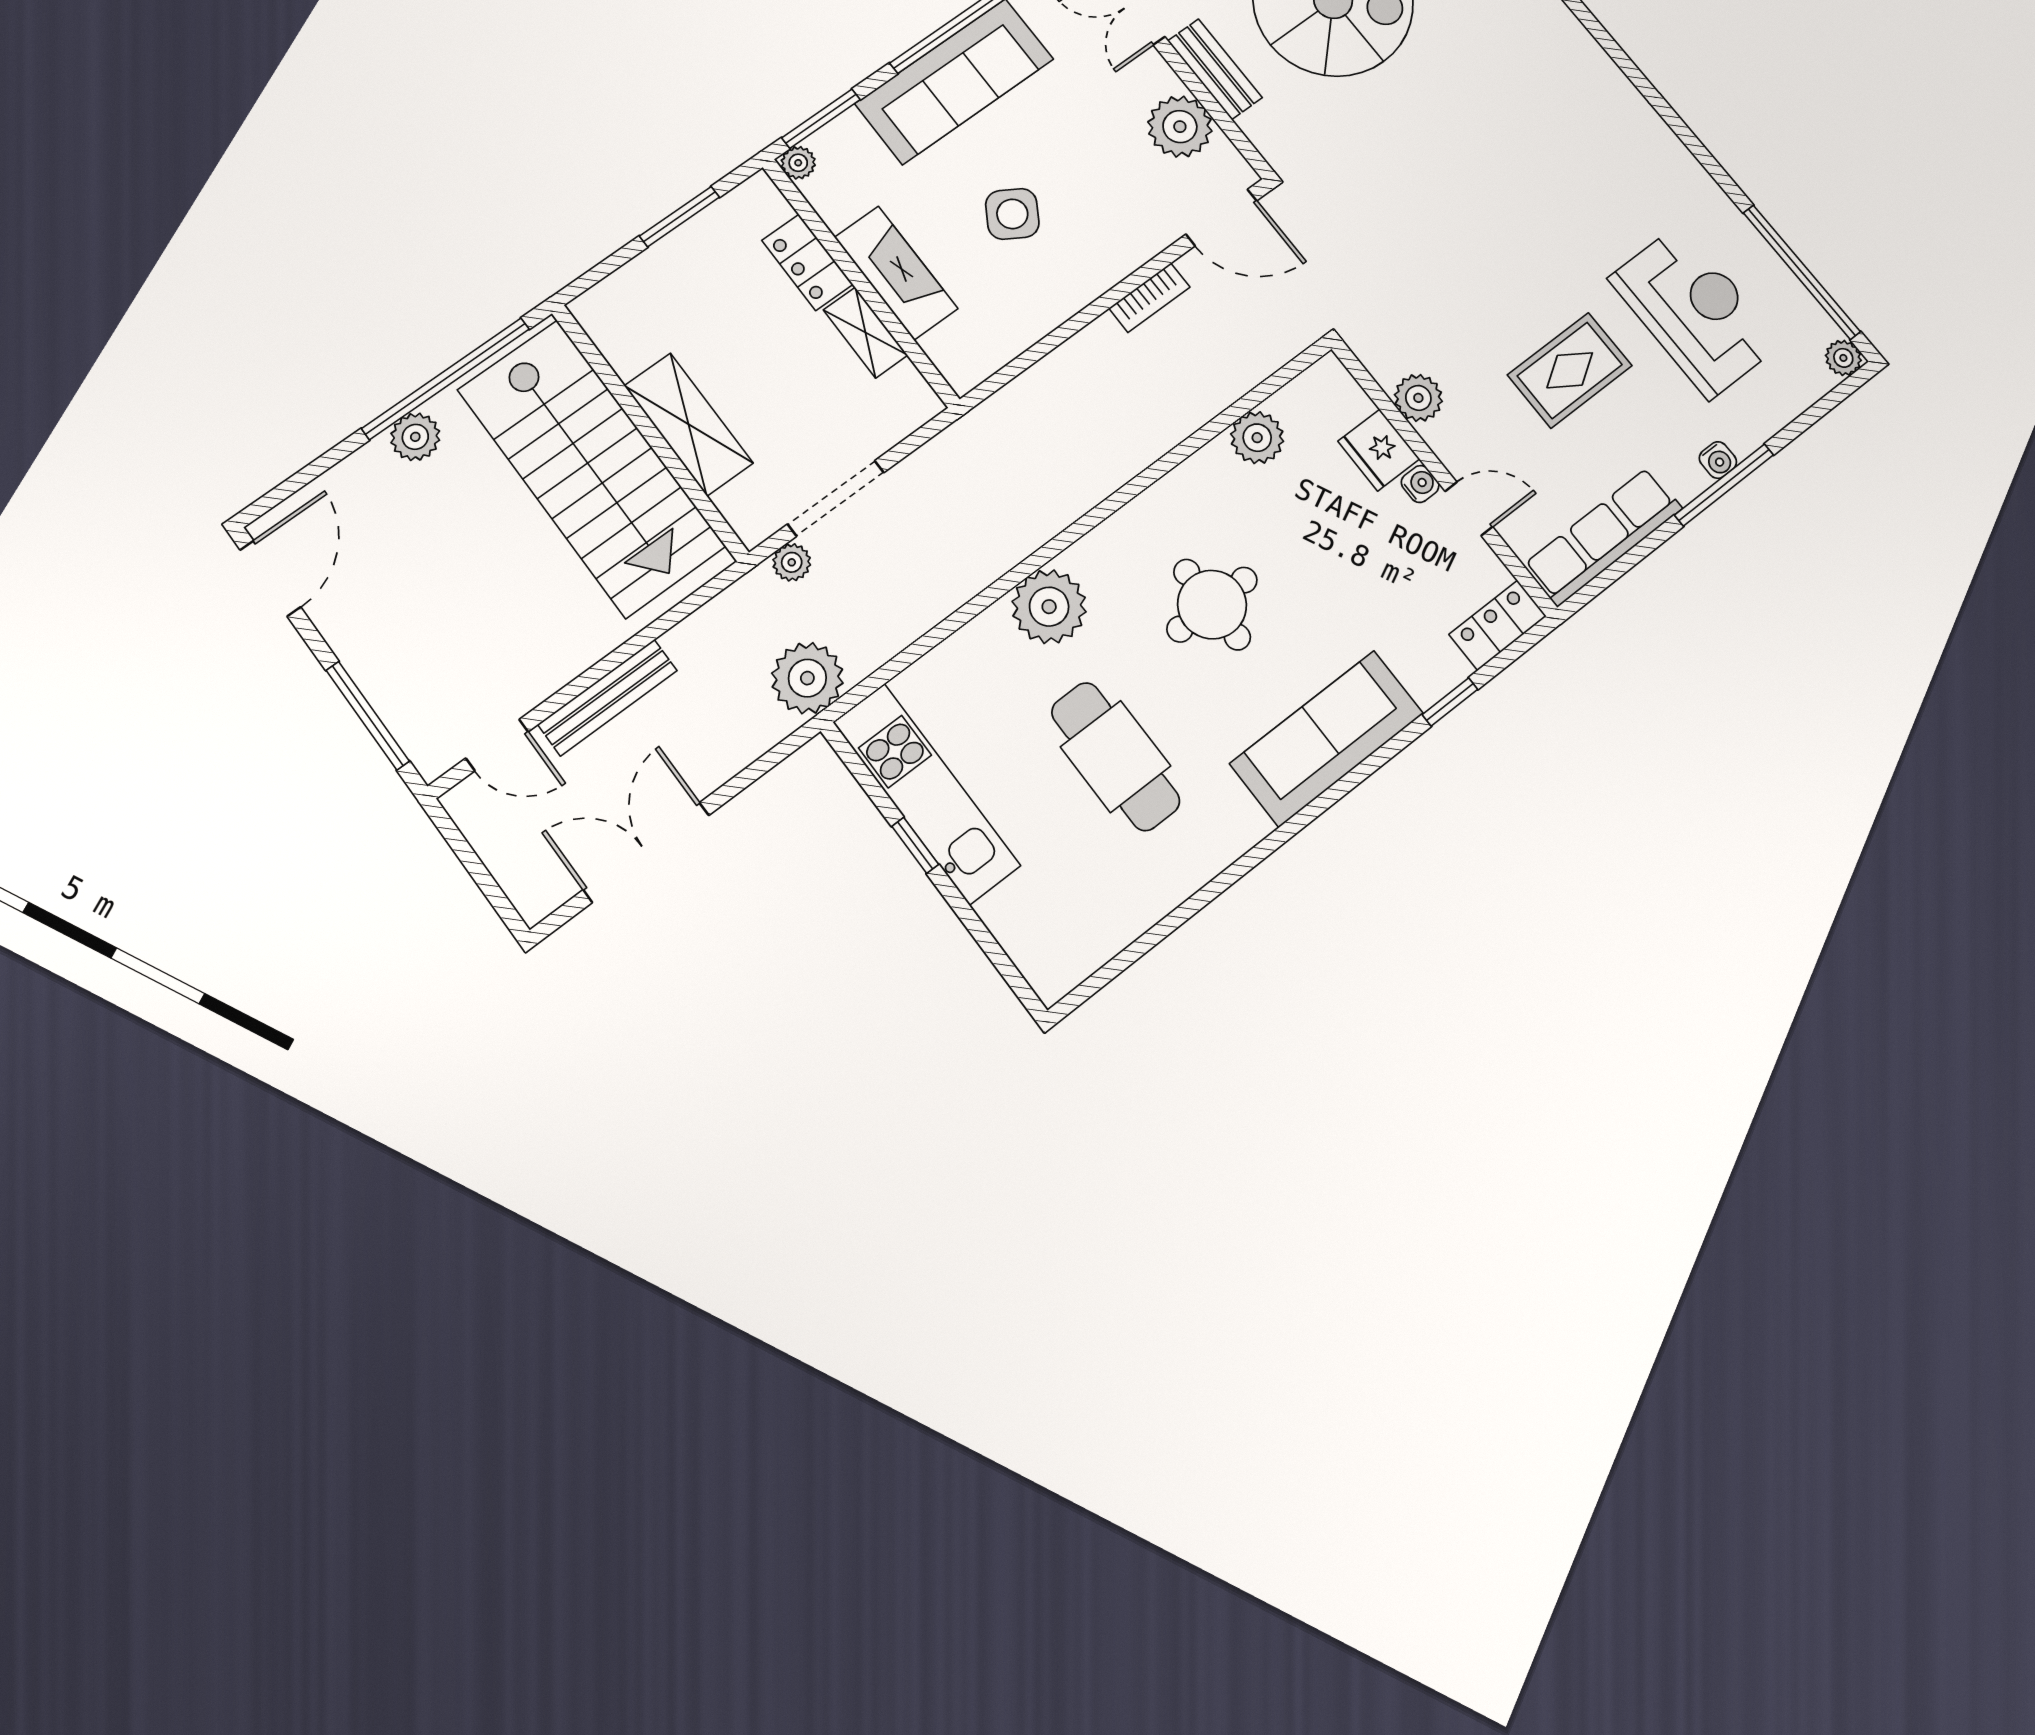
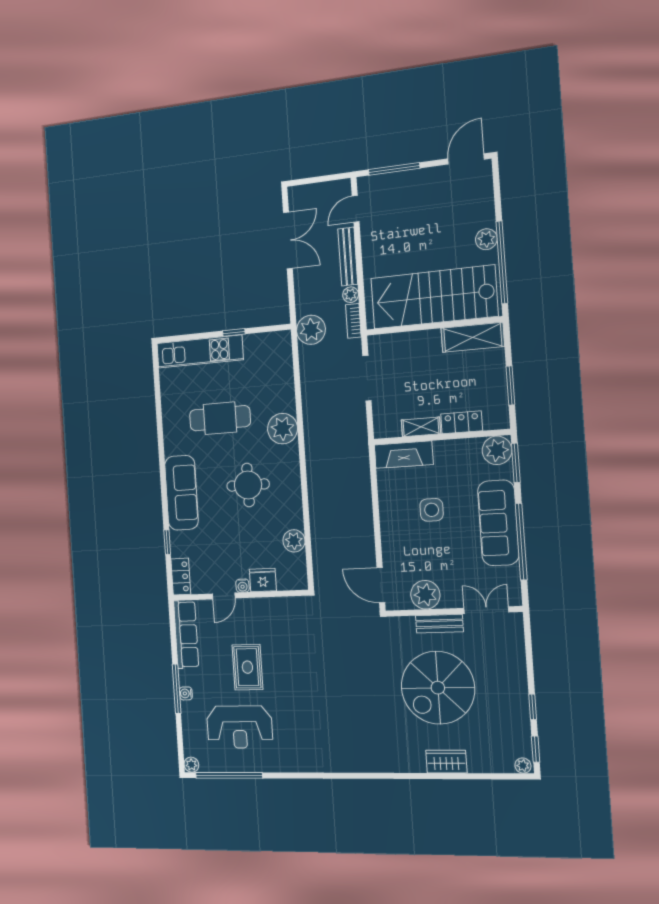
plant: (798, 163) -> (497, 450), width x1.88, depth x1.88
side table: (1012, 214) -> (432, 510), turned -31
door: (1221, 217) -> (381, 585), hinge flipped
fireplace: (896, 273) -> (404, 455), moved
bookcase: (1149, 298) -> (353, 321), moved
plant: (1418, 398) -> (272, 607), removed
shelving: (689, 424) -> (473, 337), moved
plant: (792, 562) -> (351, 295), moved
door: (270, 578) -> (466, 159), swing flipped
kitchen unit: (926, 793) -> (200, 352), moved

